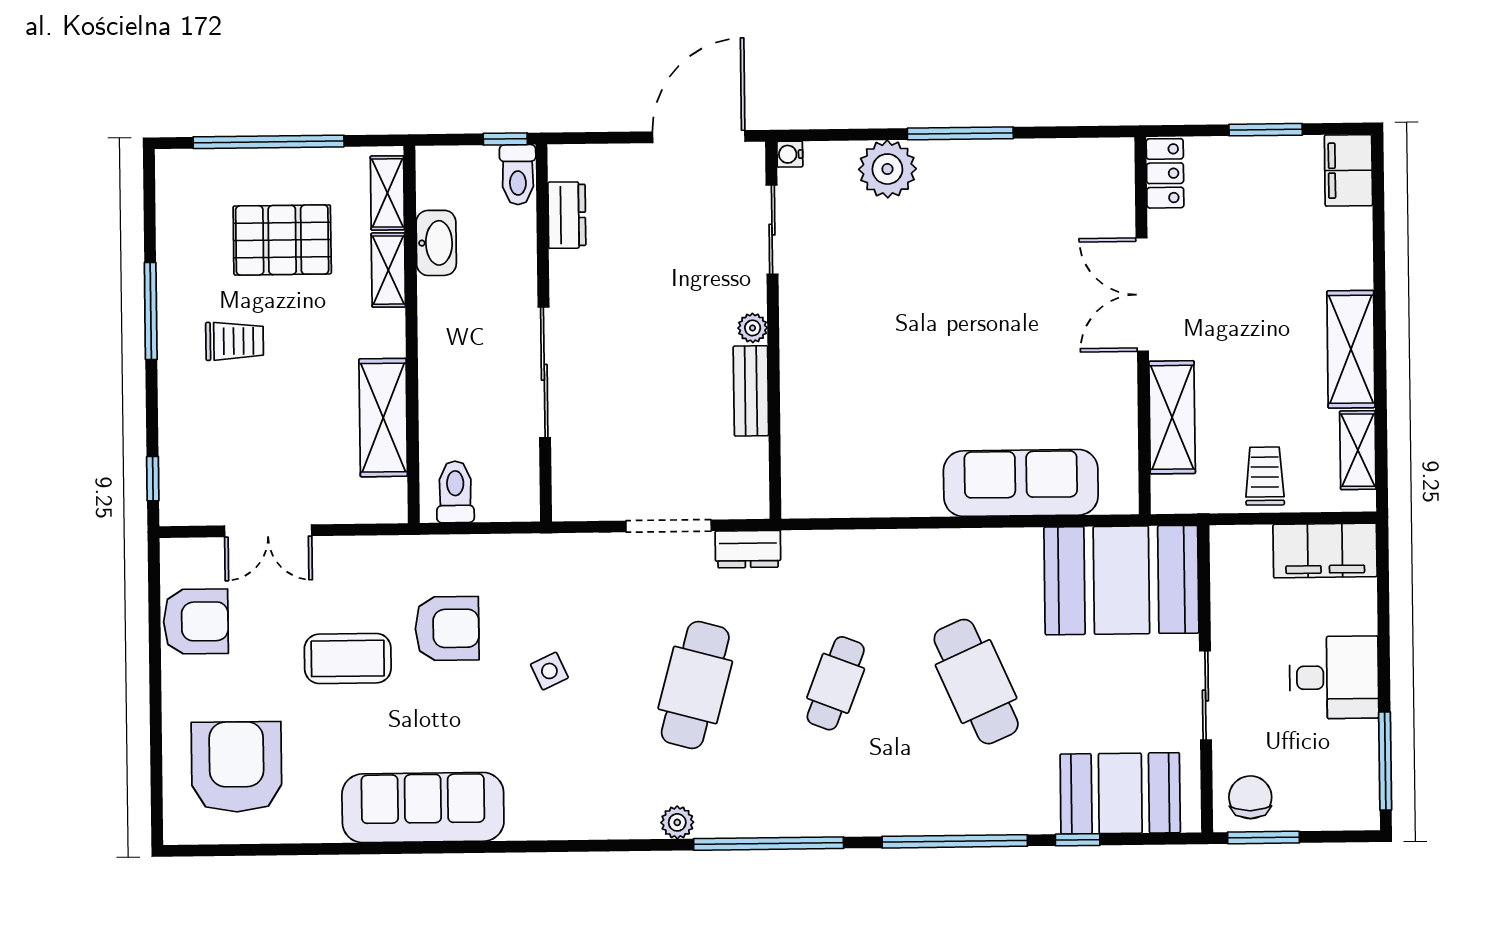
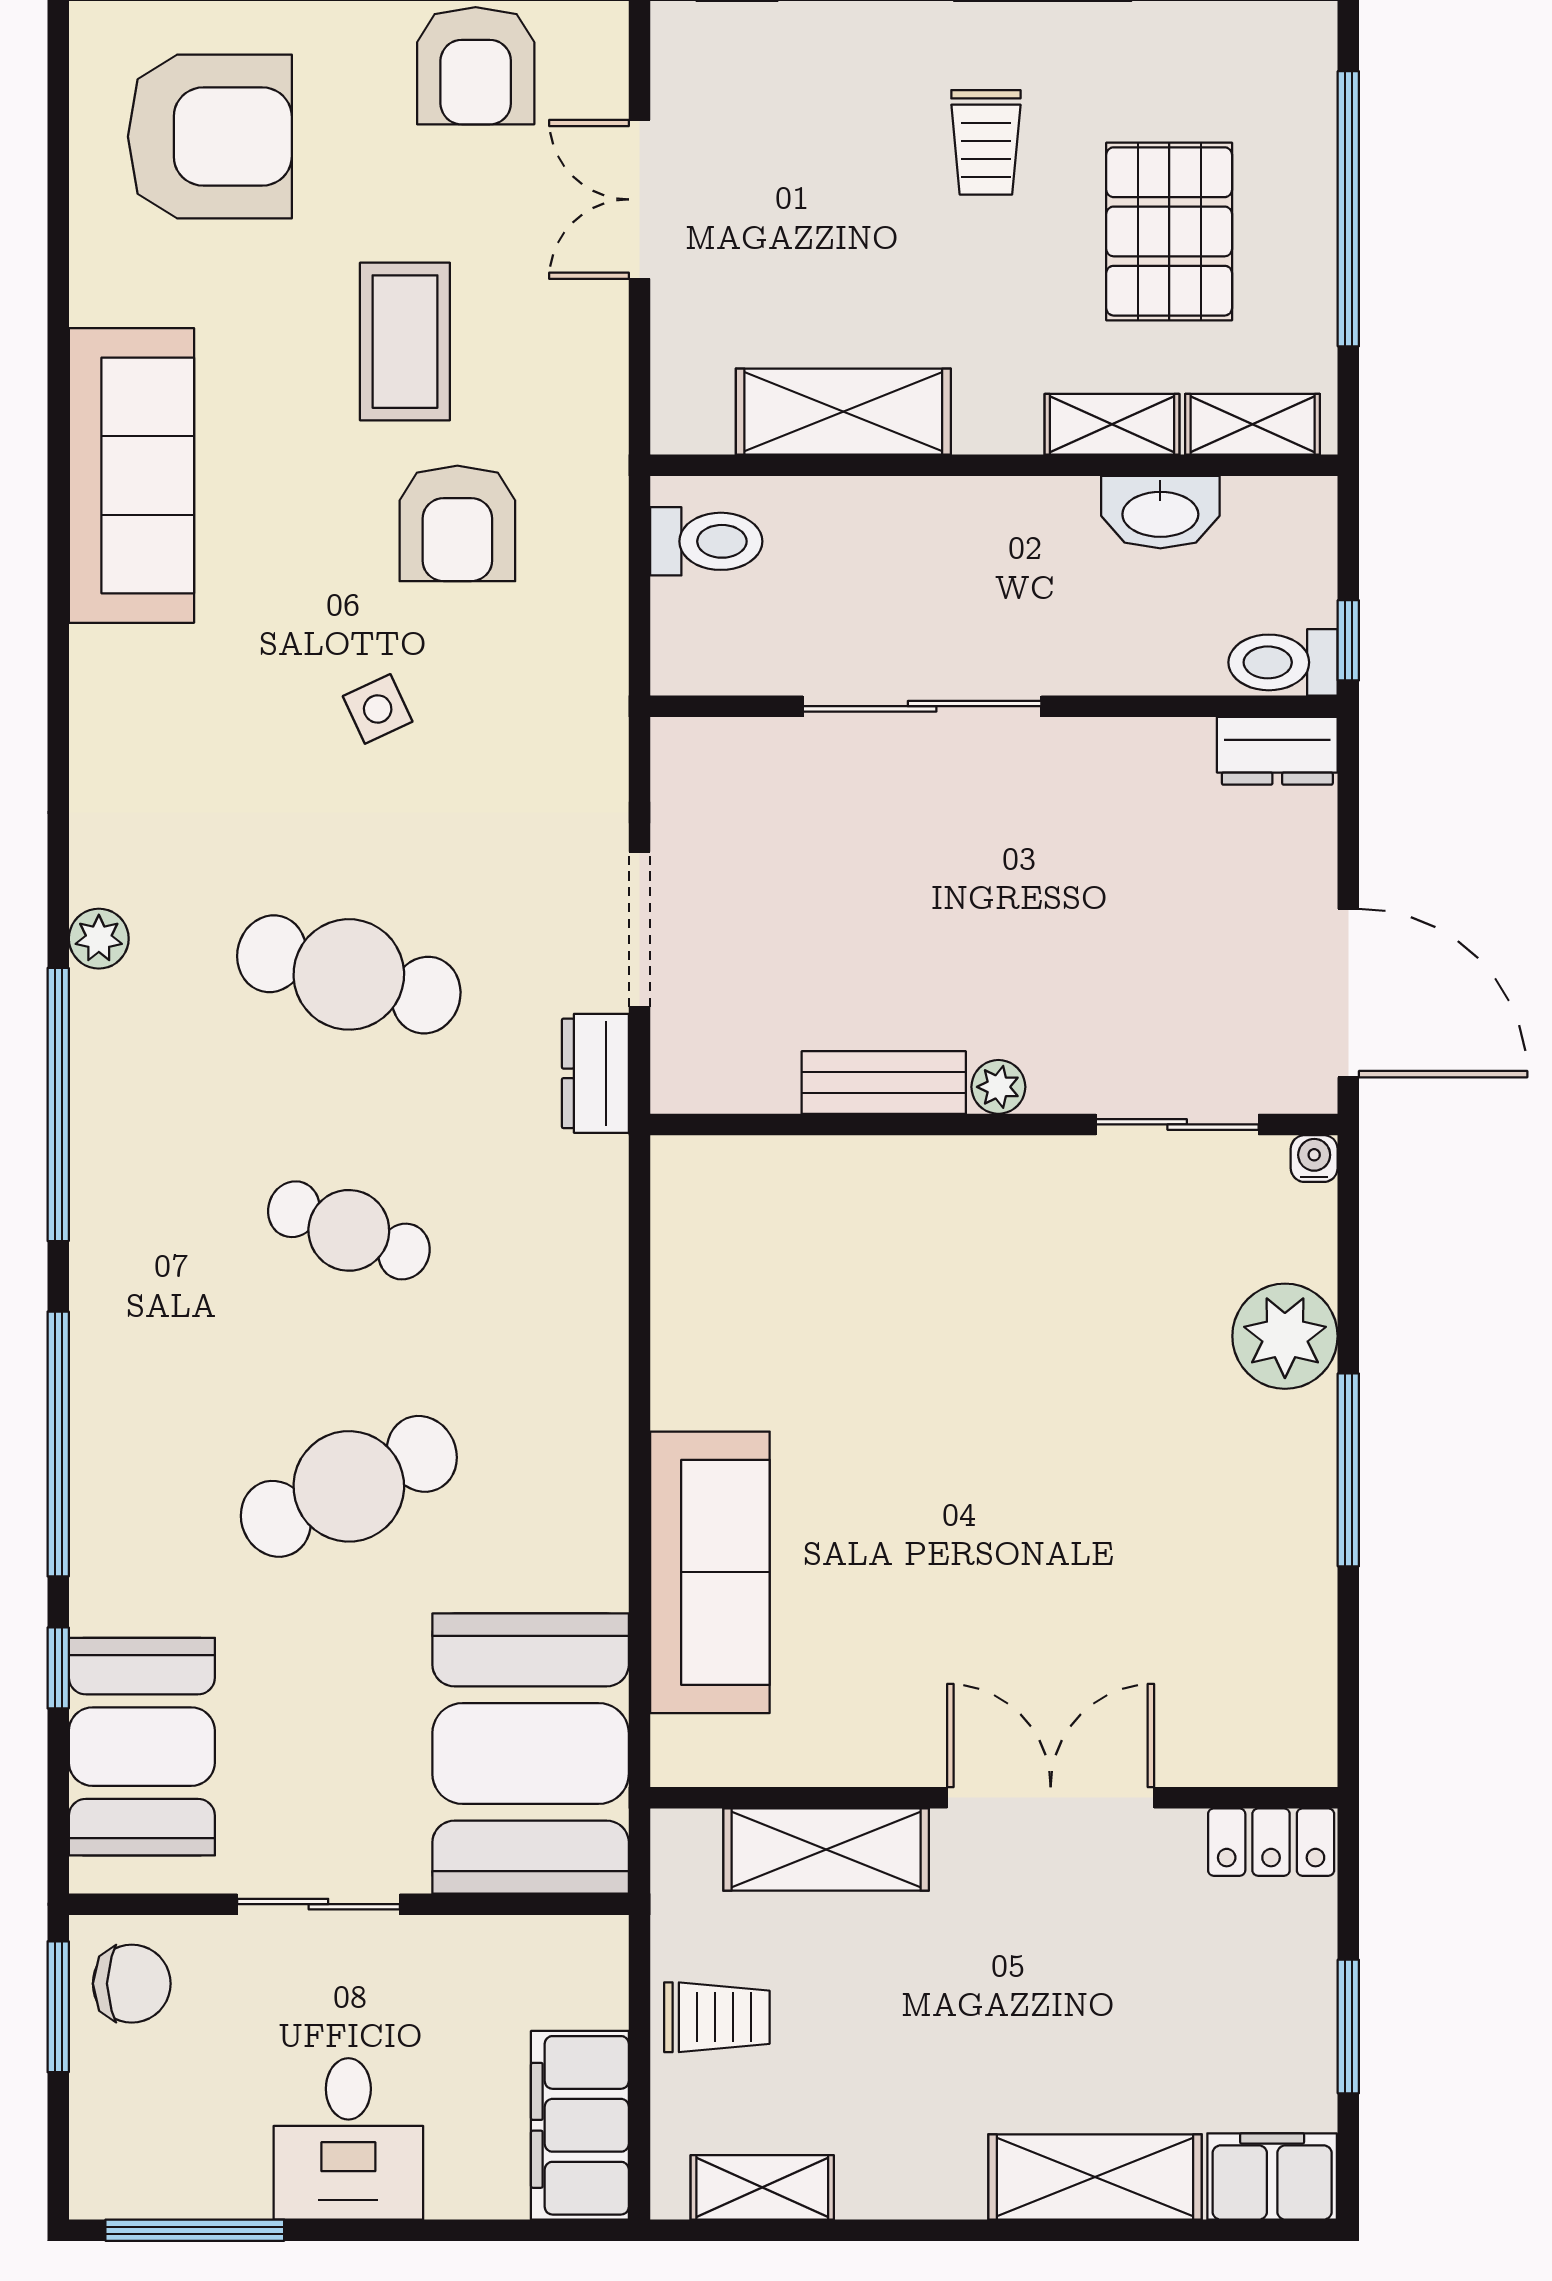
dresser: (567, 215) -> (1277, 751), moved
shelving: (1351, 349) -> (1095, 2177), moved

